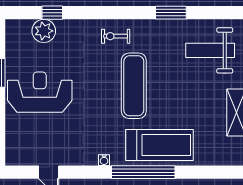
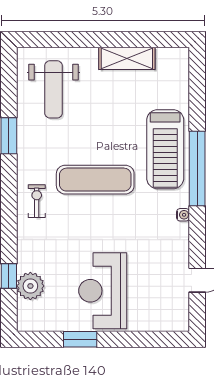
exercise bike: (116, 36) -> (37, 201), turned 180
treadmill: (160, 145) -> (165, 149), turned 180

